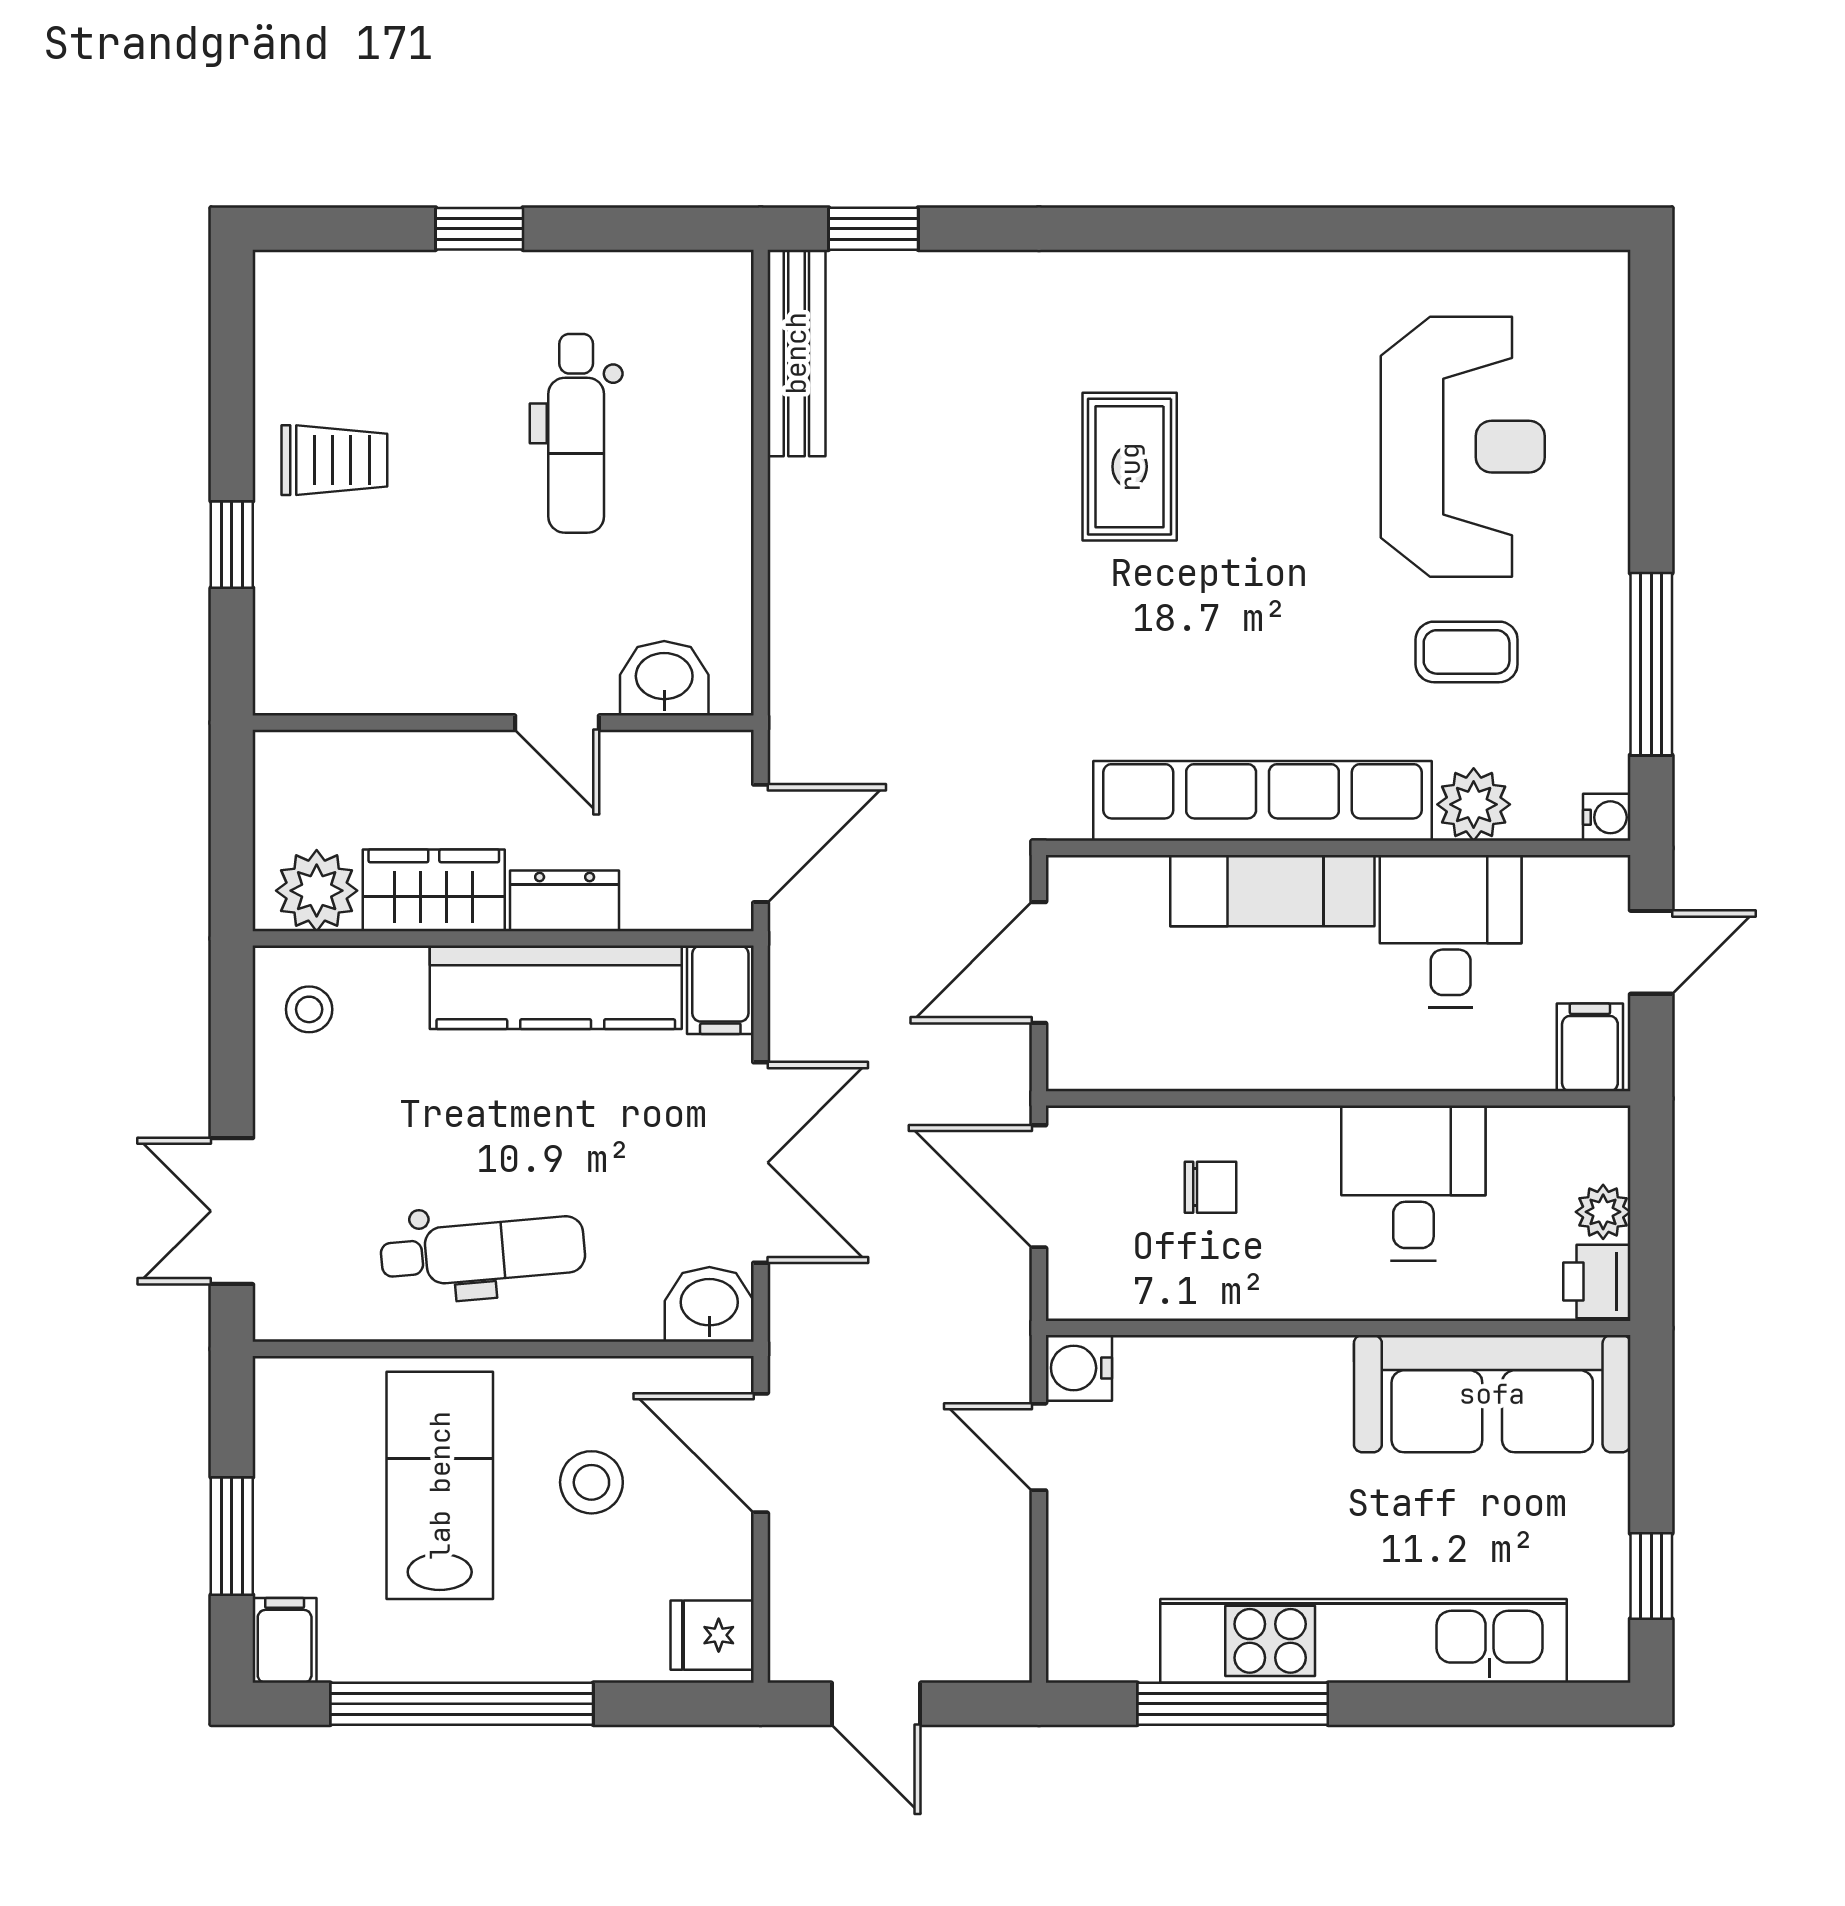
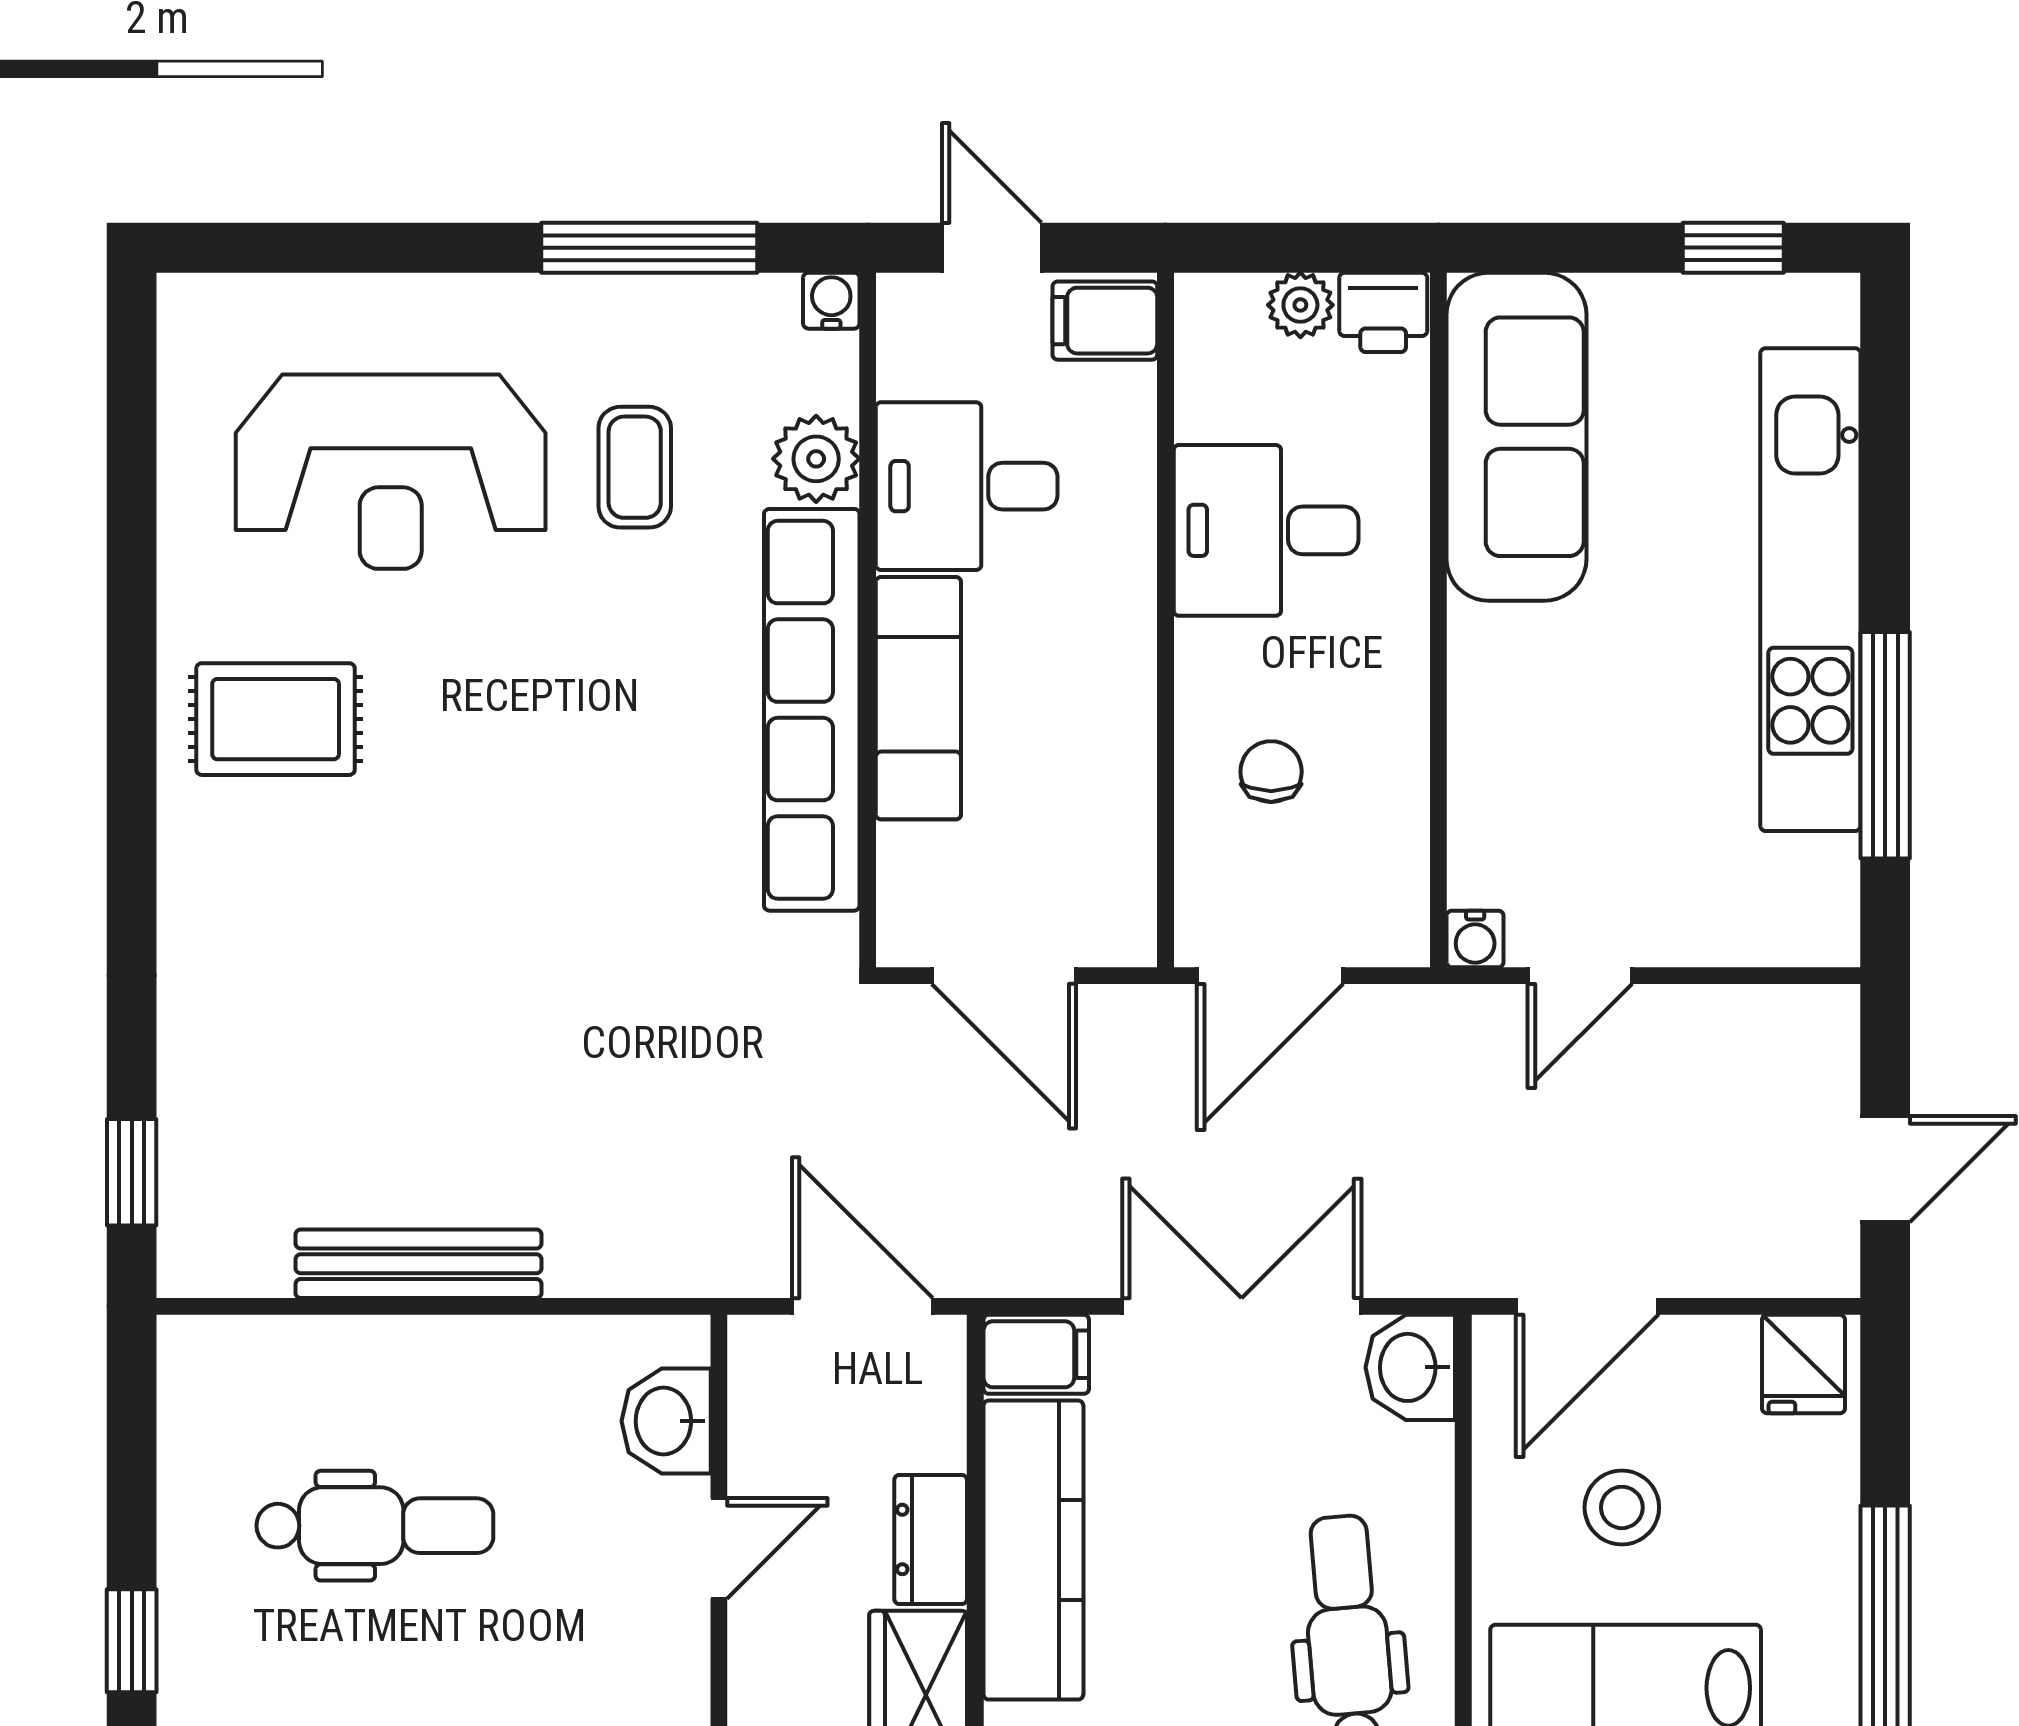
bench: (796, 353) -> (419, 1264), moved
reception desk: (1463, 447) -> (391, 472), turned 180
rug: (1130, 467) -> (276, 719), moved
water cooler: (1079, 1368) -> (1475, 939), width x0.72, depth x0.72

